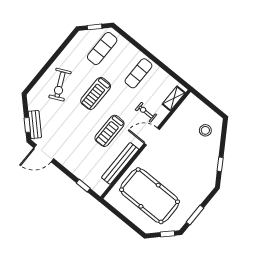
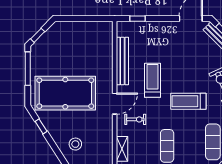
treadmill: (96, 93) -> (188, 101), turned -90
pool table: (150, 196) -> (65, 93), moved
window: (195, 215) -> (28, 69), width x1.44

